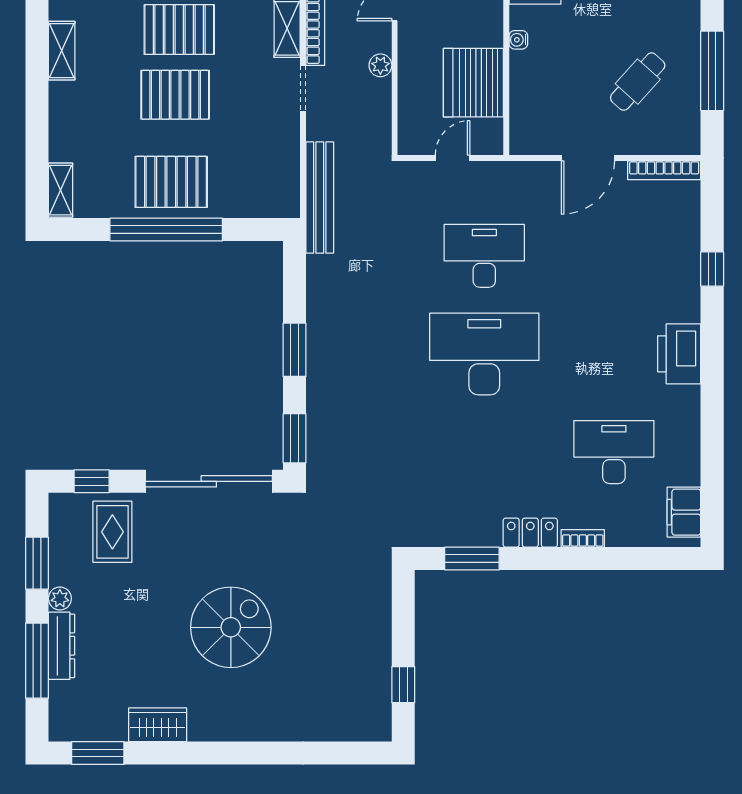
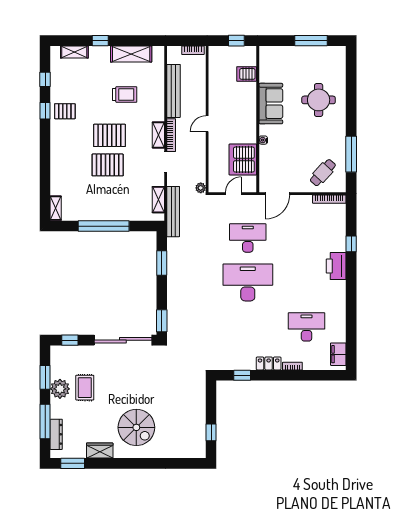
shelving: (62, 51) -> (158, 200), moved
plant: (380, 65) -> (201, 188), moved
cafe table: (638, 82) -> (323, 173), moved
door: (588, 158) -> (277, 194), moved
pallet: (171, 182) -> (106, 204), removed
window: (294, 350) -> (162, 263), moved
printer: (679, 354) -> (336, 266), moved
rug: (112, 532) -> (85, 388), moved
window: (472, 558) -> (242, 375), width x0.67
plant: (60, 598) -> (60, 389), width x1.88, depth x1.88
spiral stairs: (231, 627) -> (136, 427), moved, turned 90
dresser: (62, 646) -> (56, 434), moved

